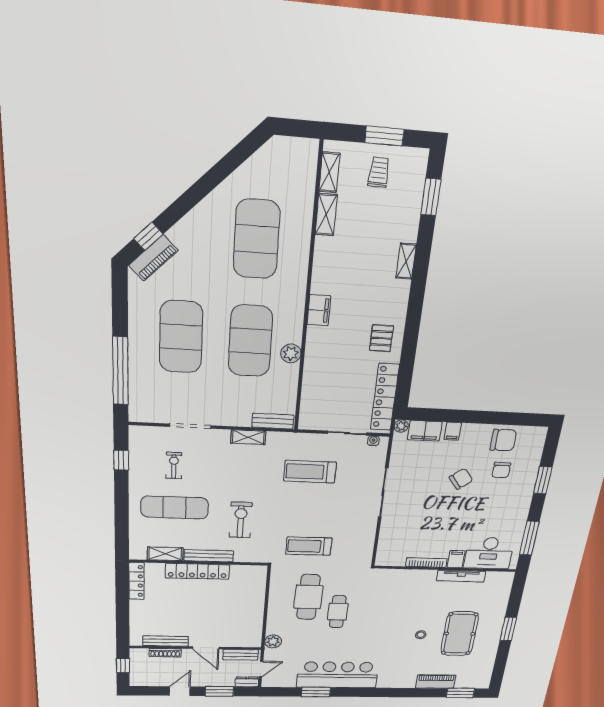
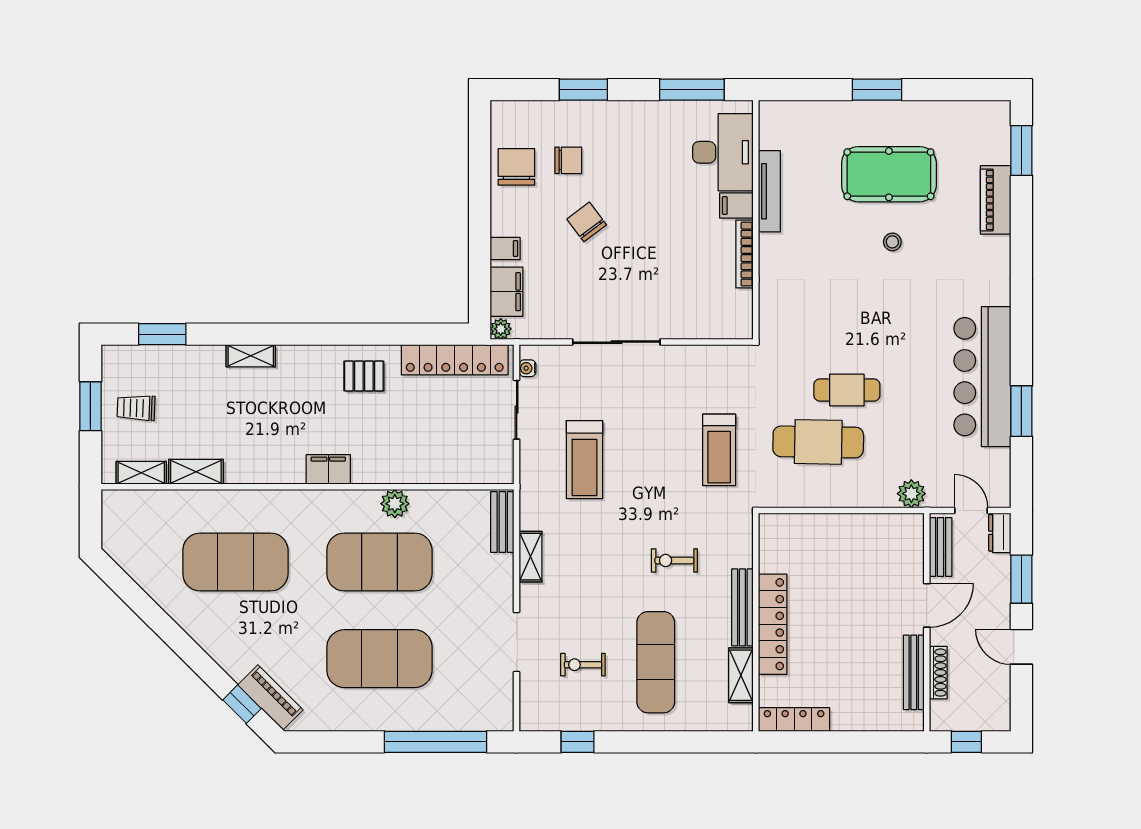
exercise bike: (241, 520) -> (674, 560), width x0.73, depth x0.72

